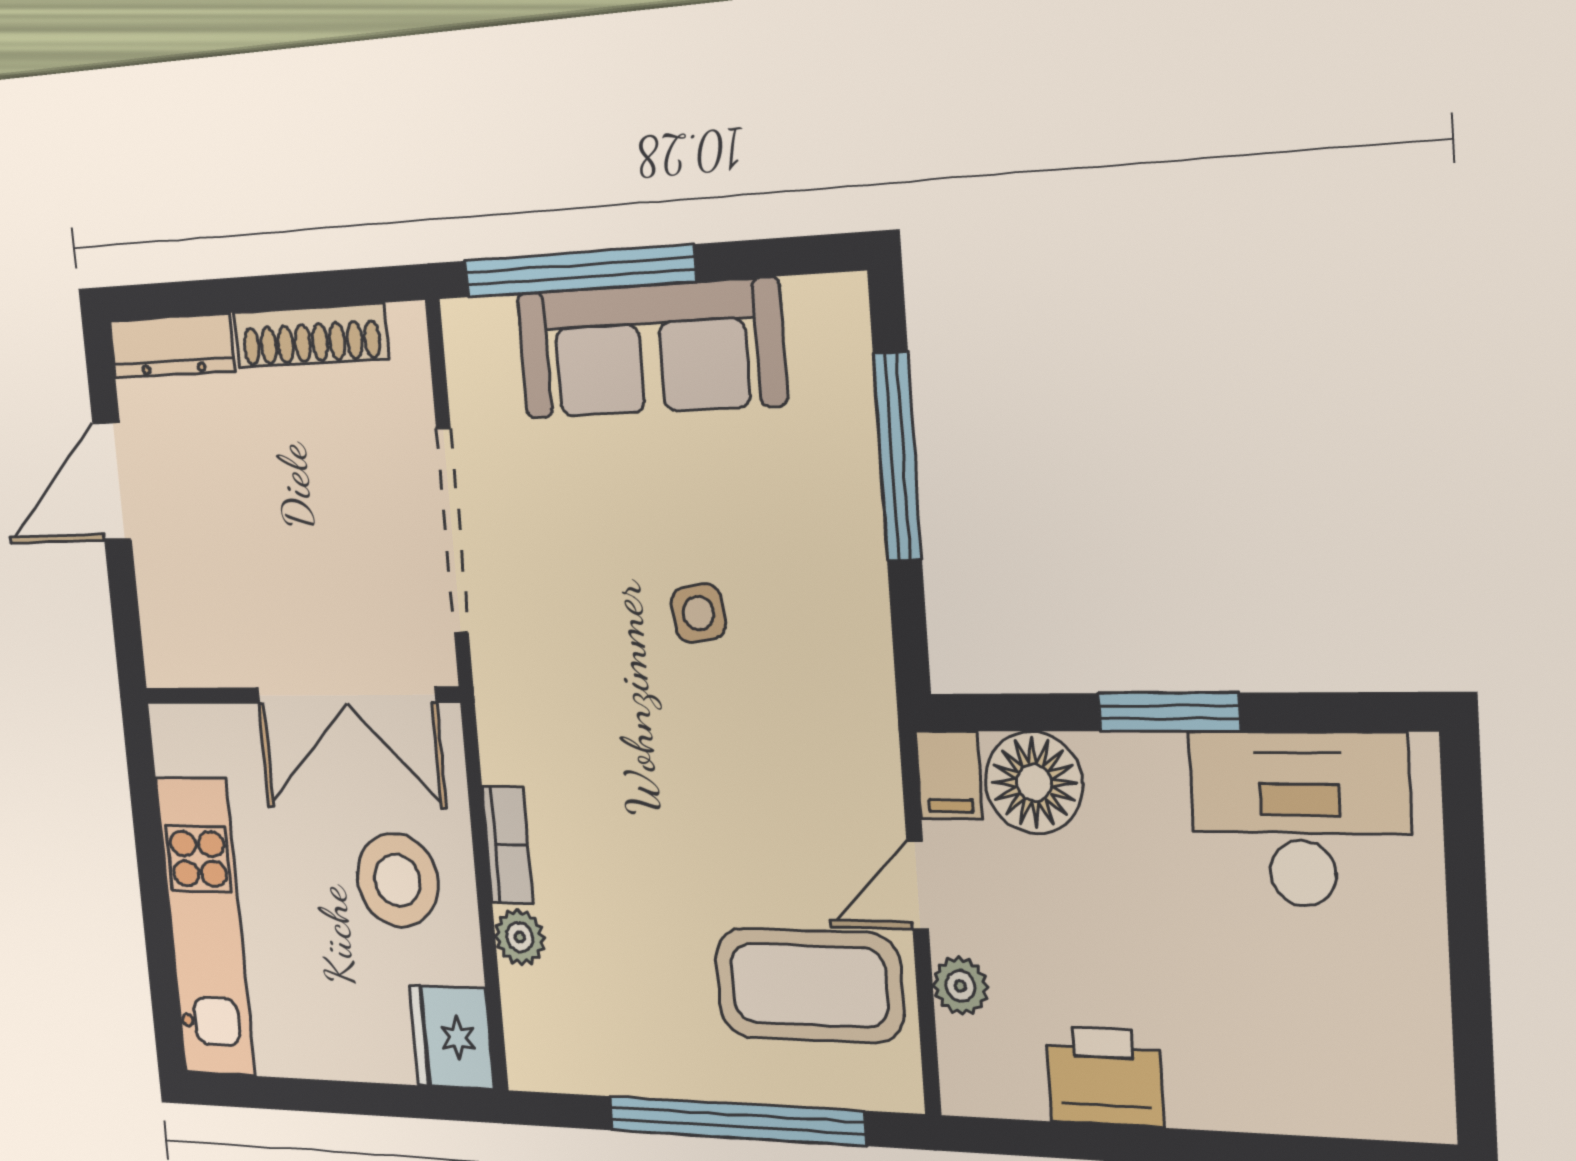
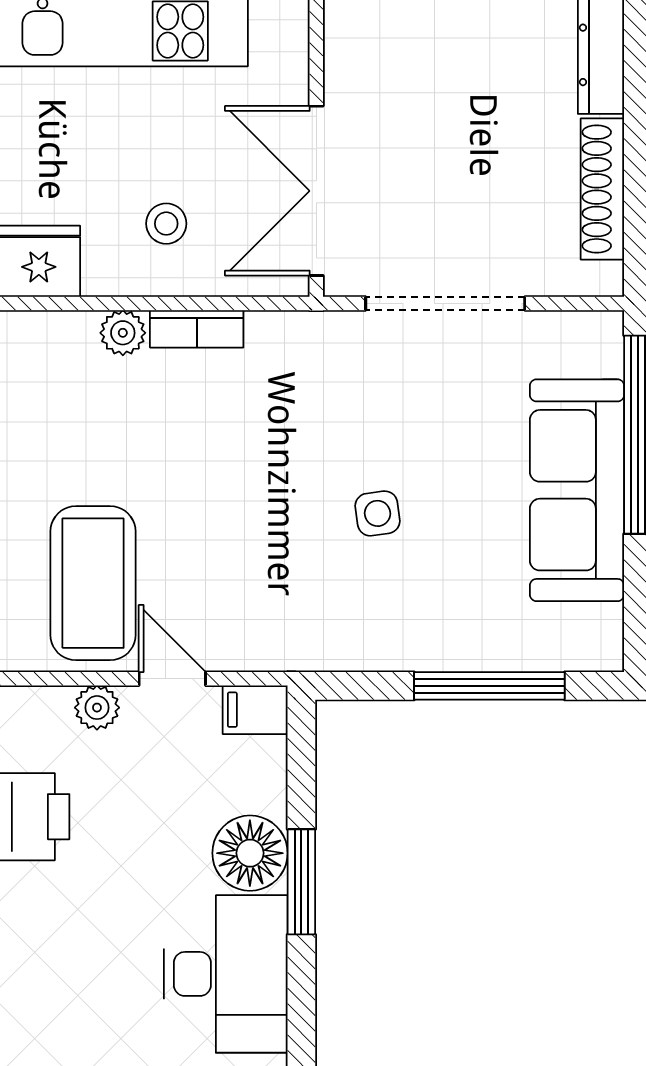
floor lamp: (1034, 783) -> (250, 853), moved
stool: (397, 880) -> (166, 224), width x0.53, depth x0.53

